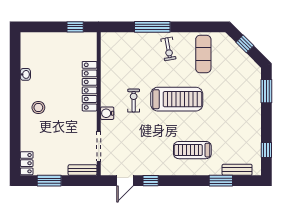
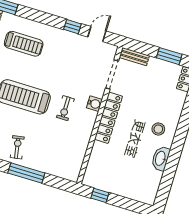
washbasin: (25, 74) -> (161, 158), width x1.91, depth x1.45
locker: (90, 86) -> (108, 118), moved

